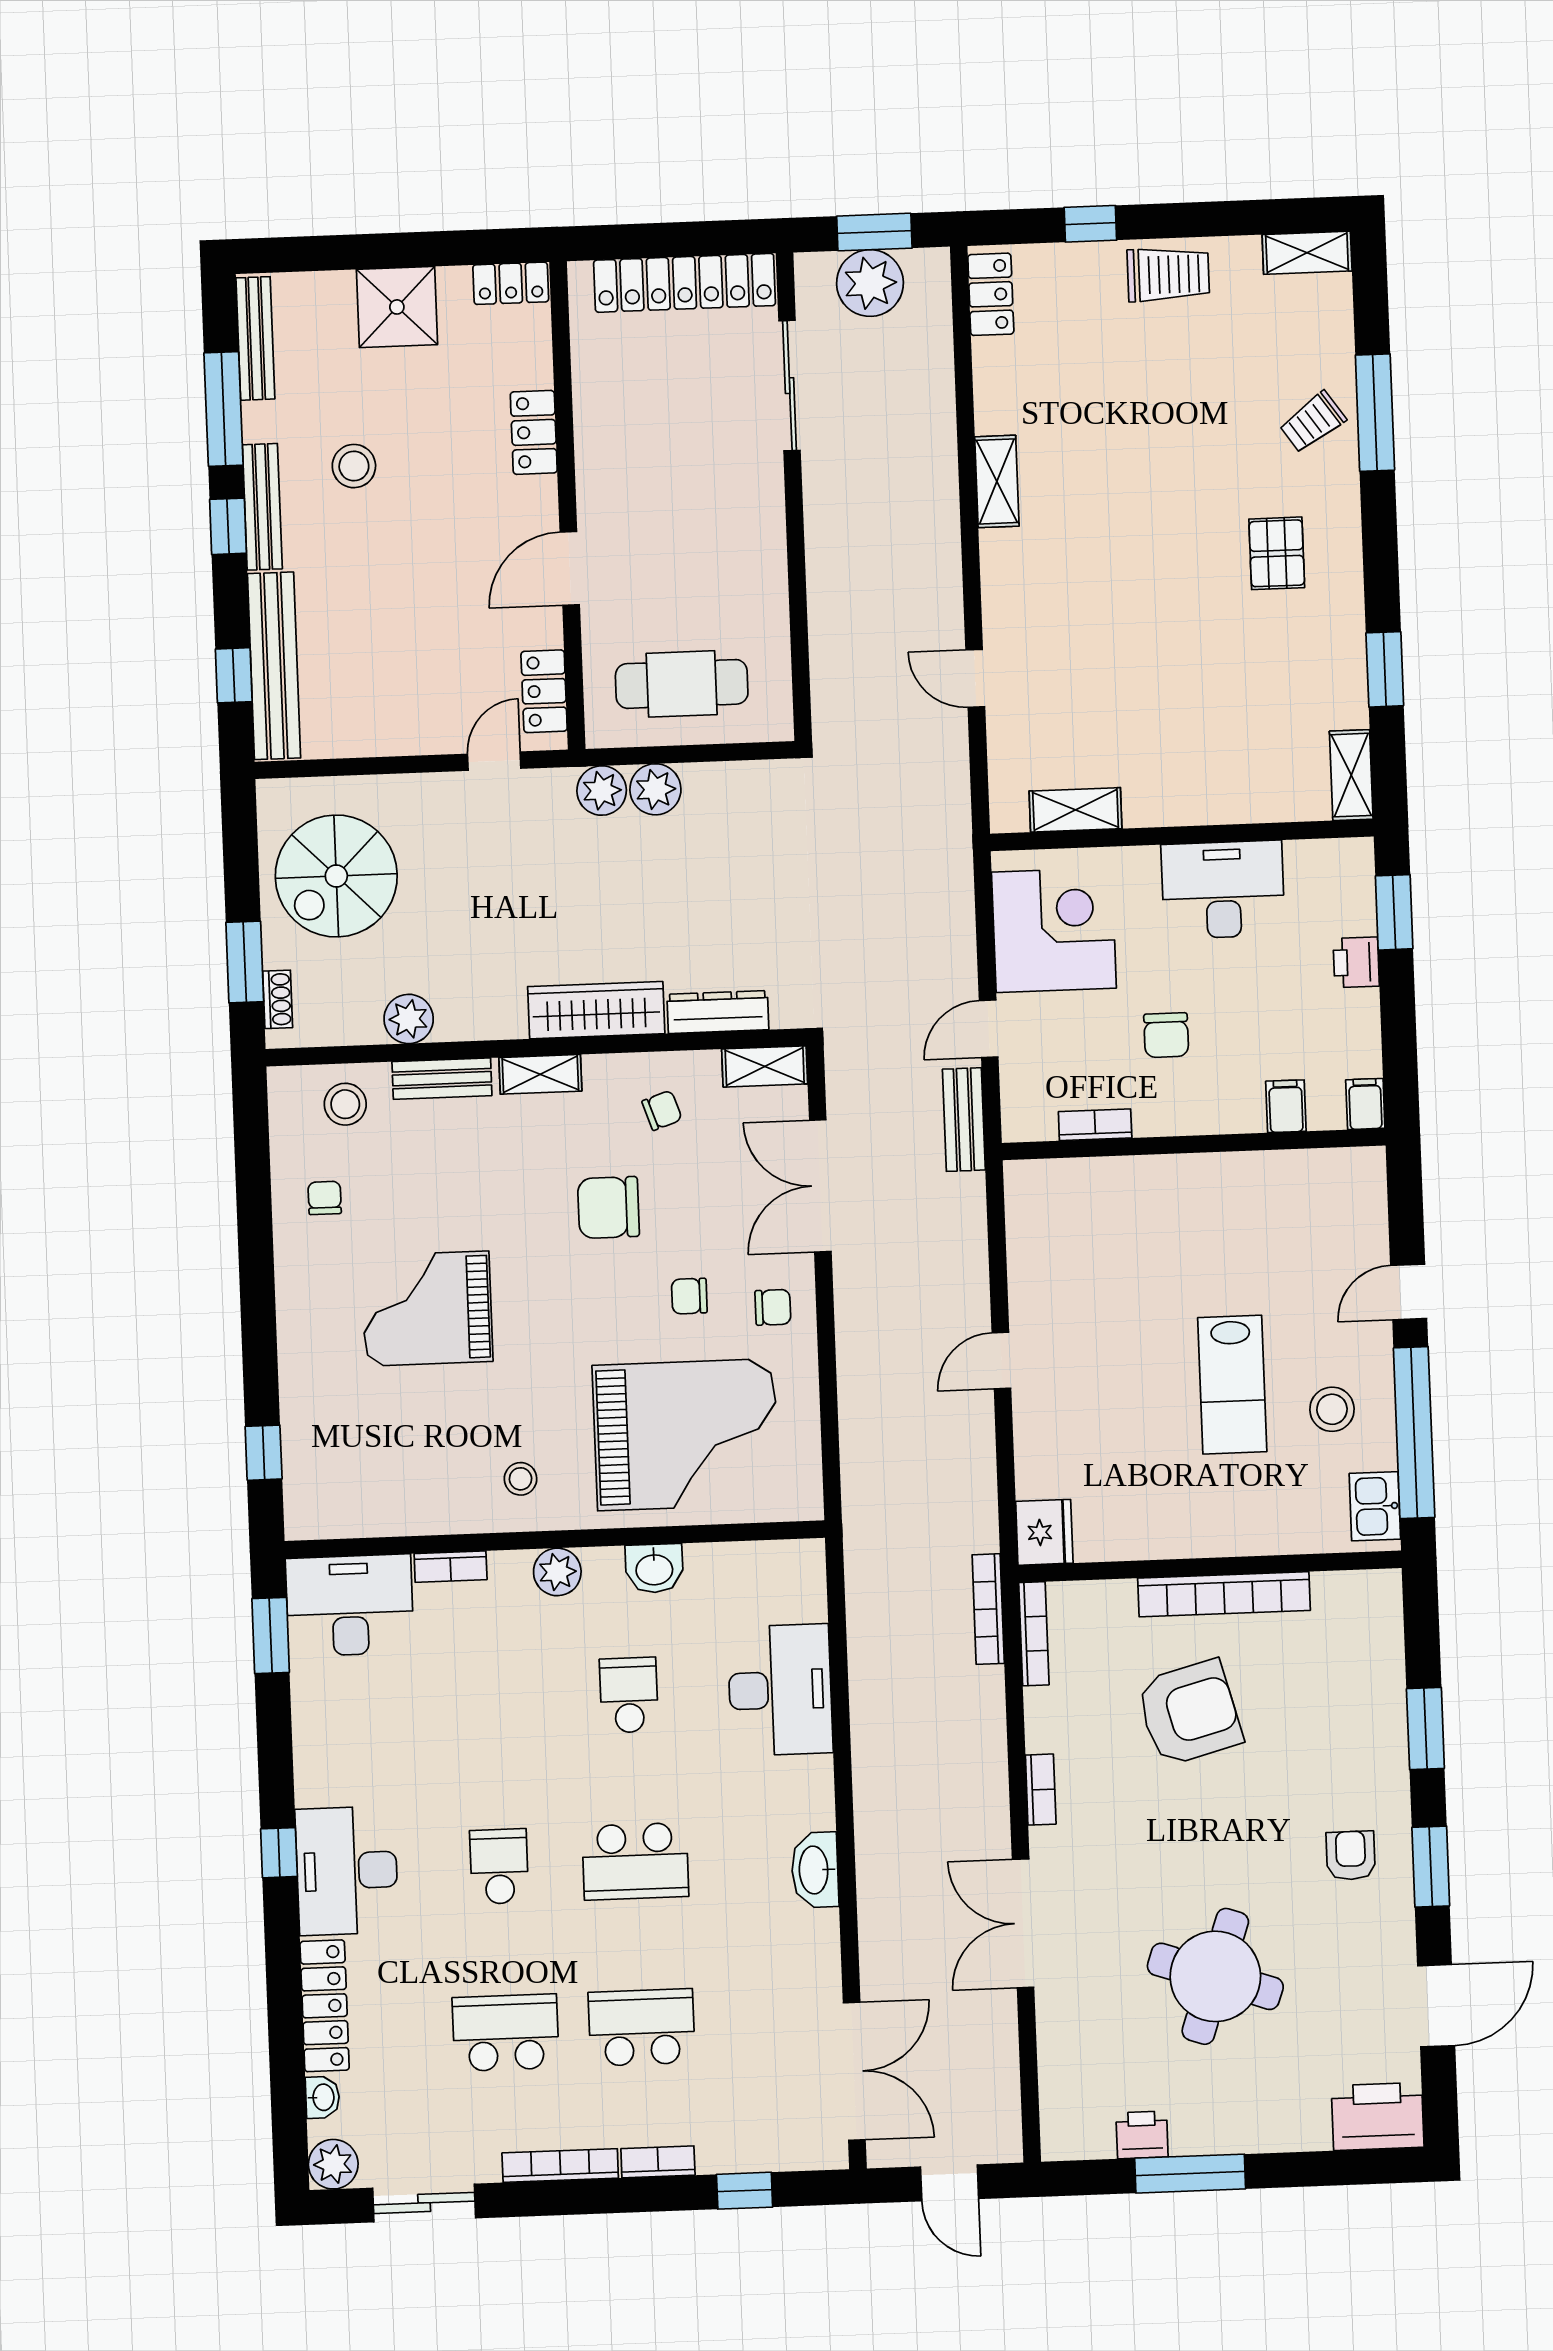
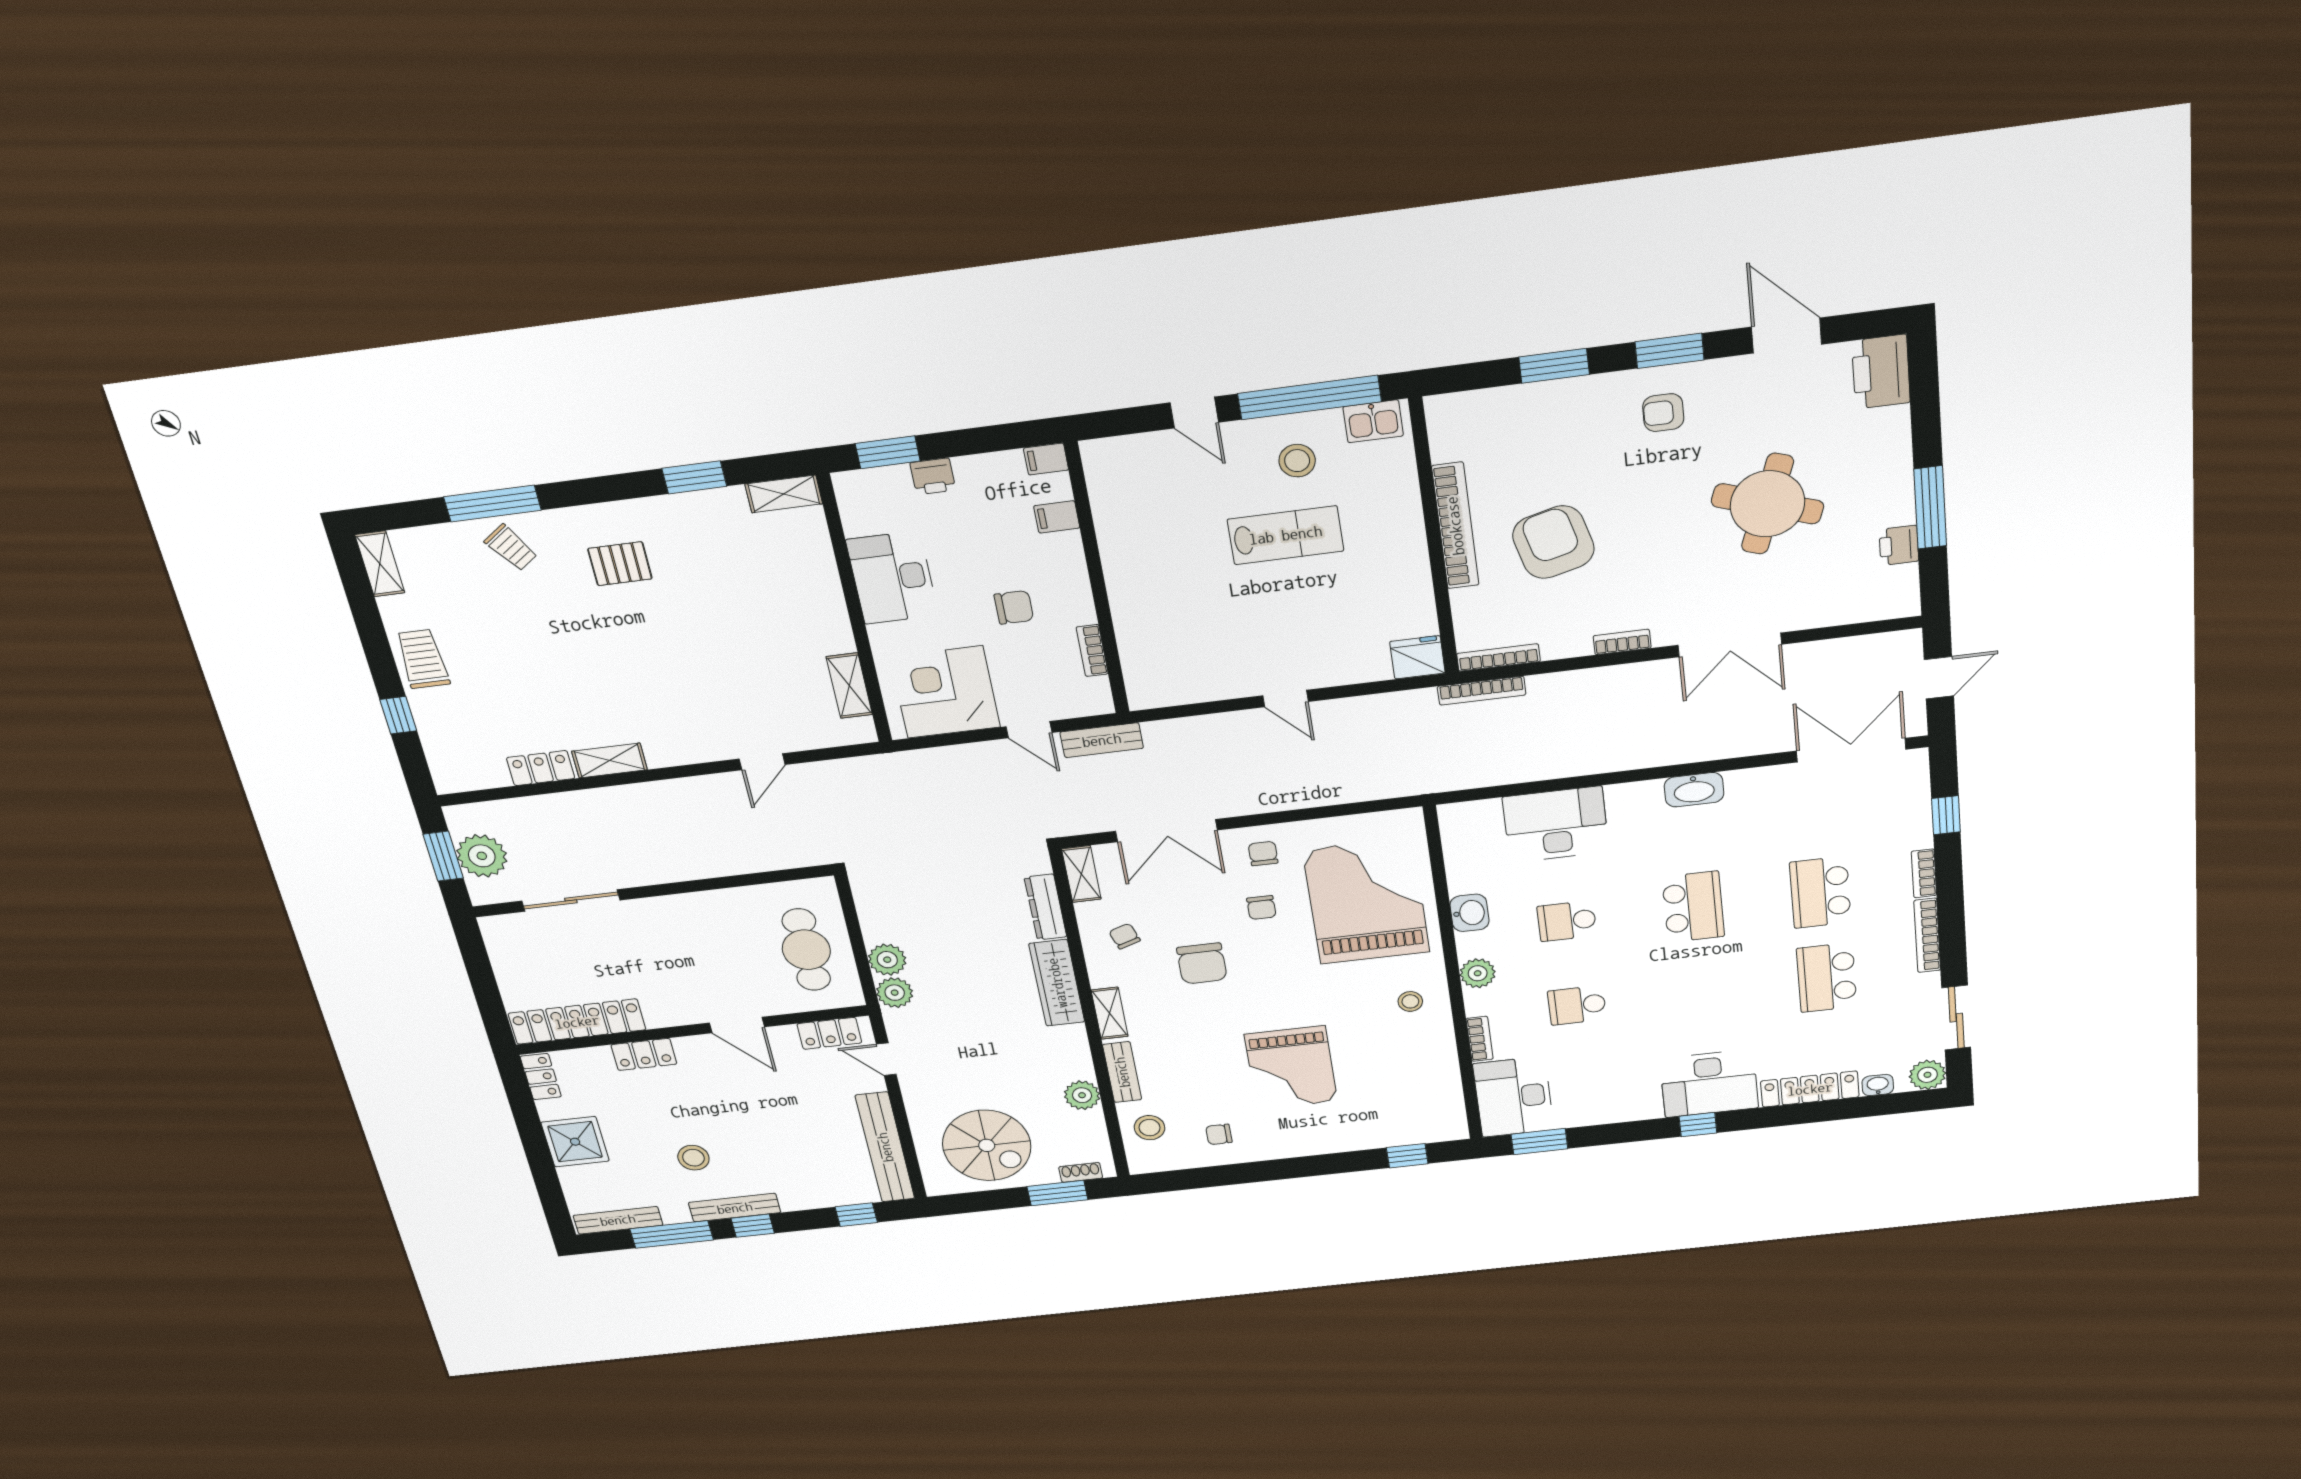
locker: (685, 283) -> (577, 1022), moved, turned -90
locker: (991, 294) -> (541, 768), moved
bench: (274, 666) -> (885, 1147), moved, turned 90
school desk: (499, 1866) -> (1577, 1005), moved

